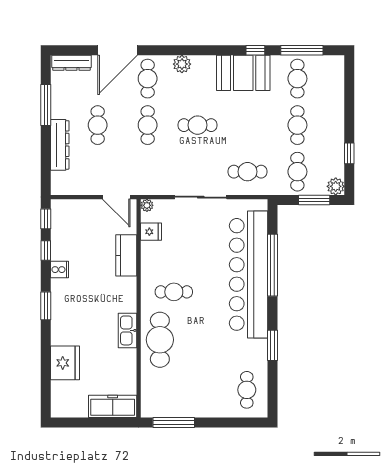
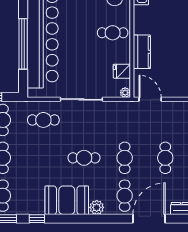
booth: (243, 73) -> (67, 200), moved
cafe table: (174, 292) -> (113, 33), moved

